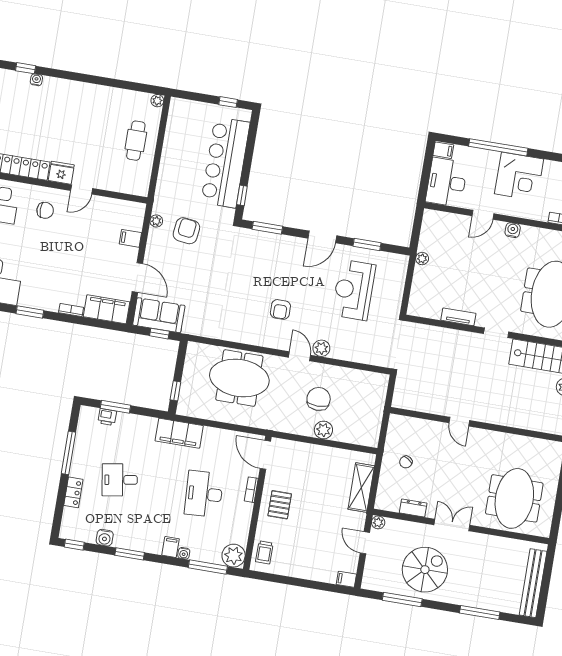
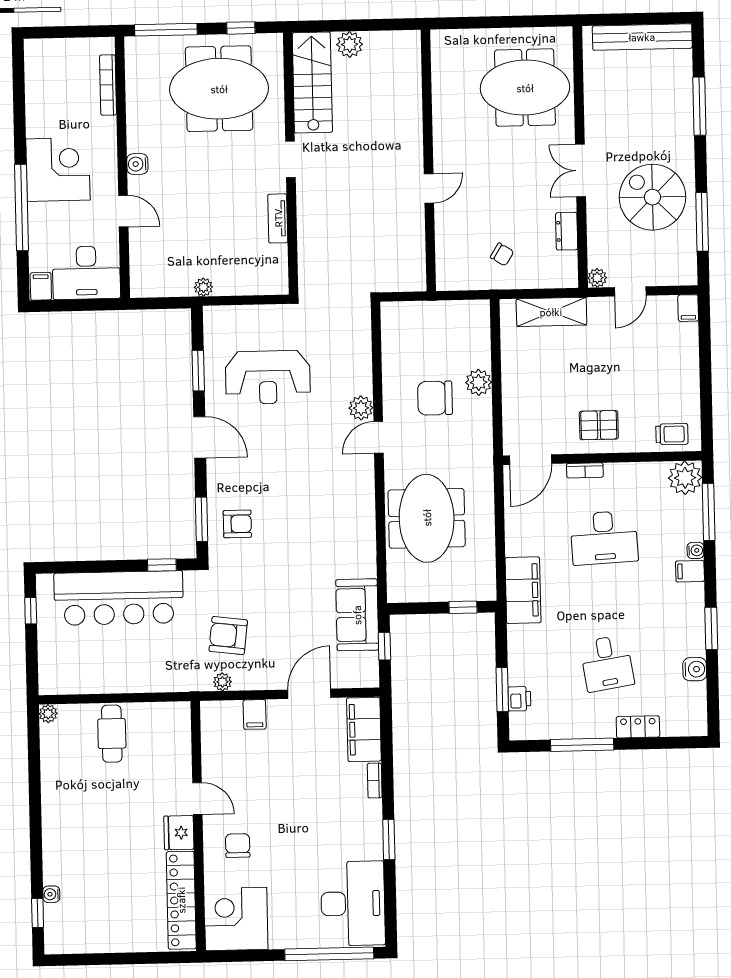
cafe table: (136, 141) -> (112, 734), turned 90
armchair: (280, 309) -> (237, 524), moved
sofa: (159, 315) -> (357, 615), moved
window: (74, 545) -> (713, 711), removed

